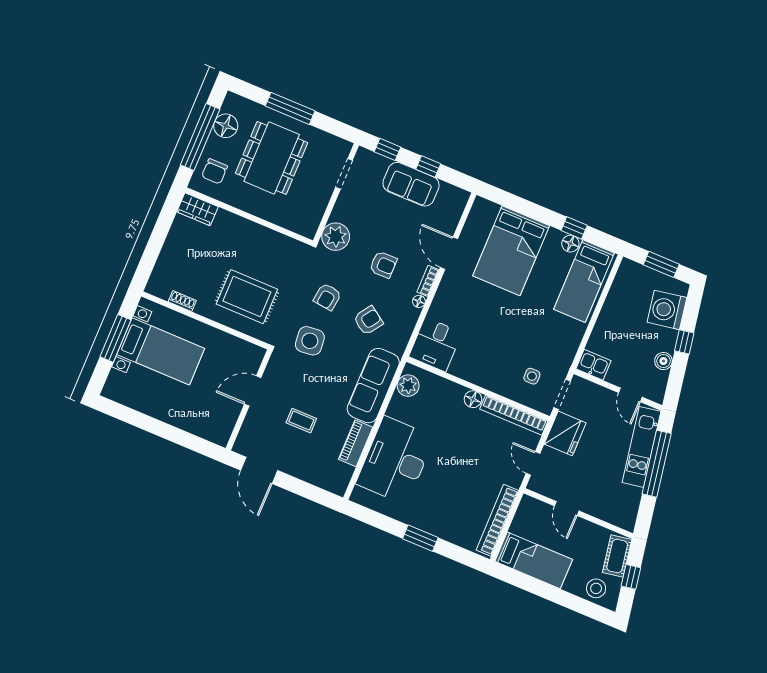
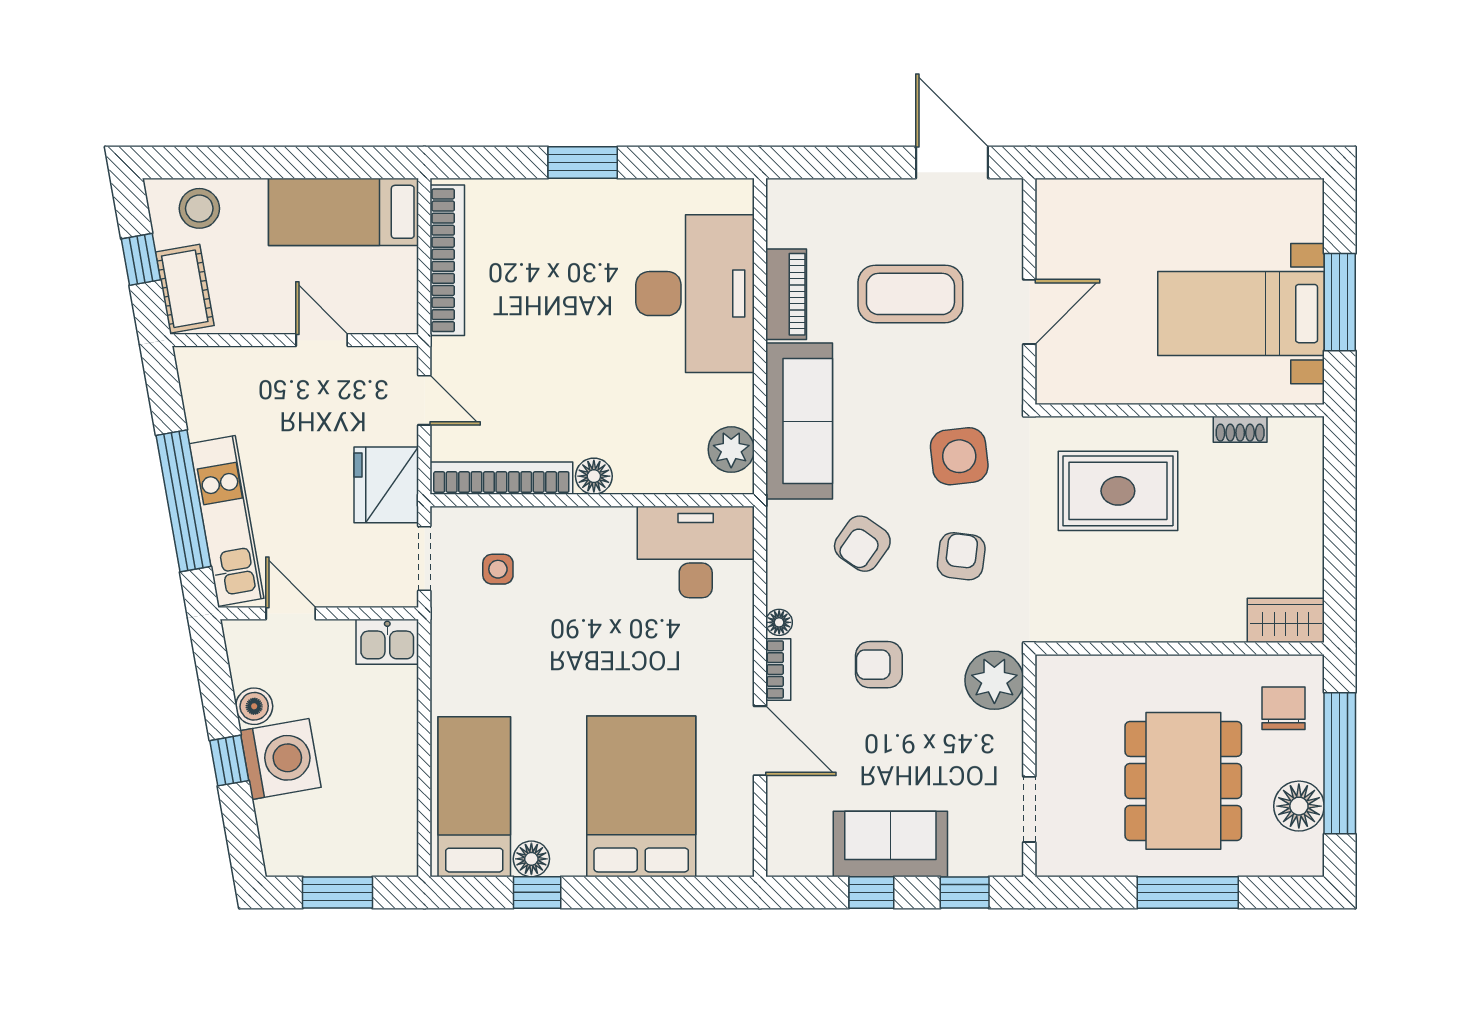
washing machine: (667, 310) -> (280, 759), moved
desk: (435, 344) -> (696, 552), width x1.37
coffee table: (301, 421) -> (910, 294), width x1.86, depth x1.72

